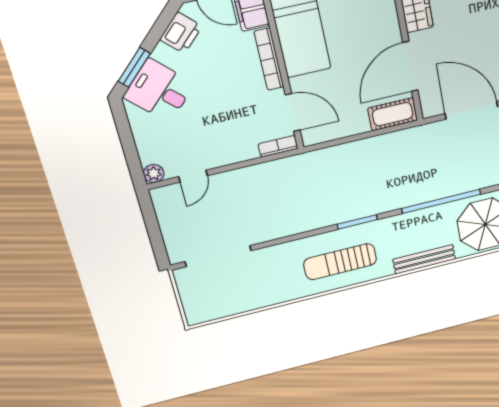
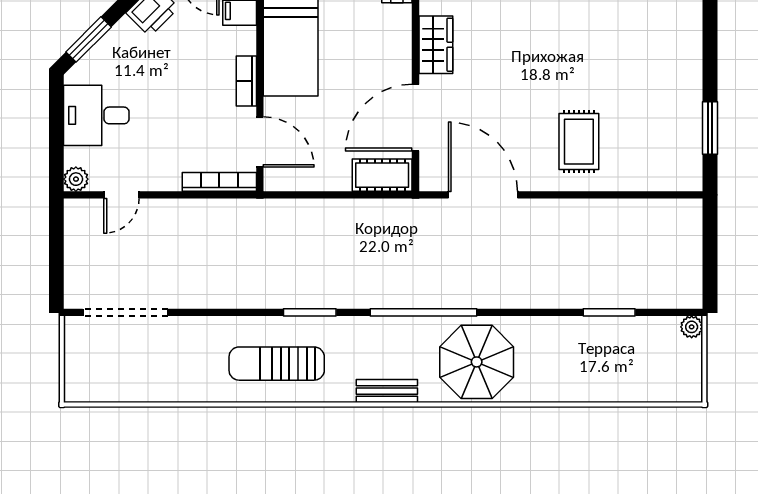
bookcase: (269, 59) -> (246, 81), width x0.64
desk: (159, 91) -> (96, 115), moved, turned -45
bookcase: (278, 146) -> (219, 182), width x1.56
bench: (424, 259) -> (387, 391), width x0.73

